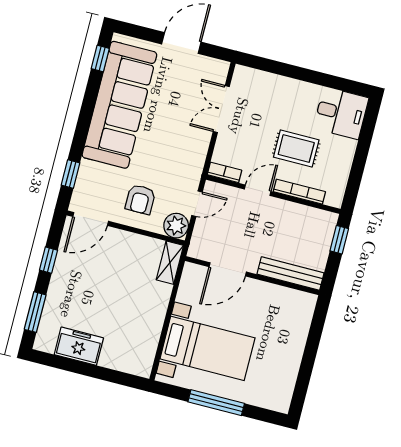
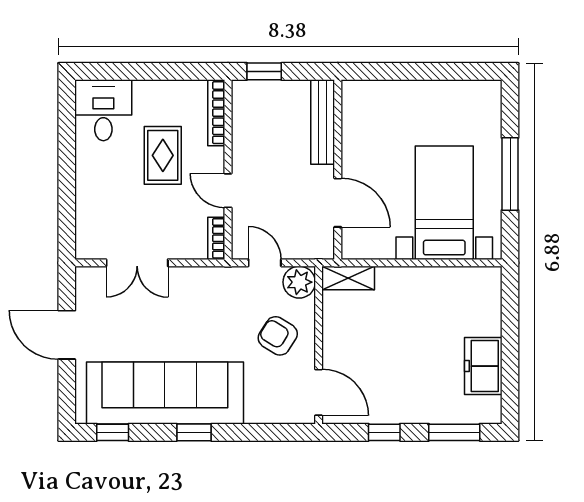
window: (71, 174) -> (194, 432), moved
bookcase: (299, 192) -> (216, 113), moved
armchair: (140, 199) -> (278, 336), turned -148

